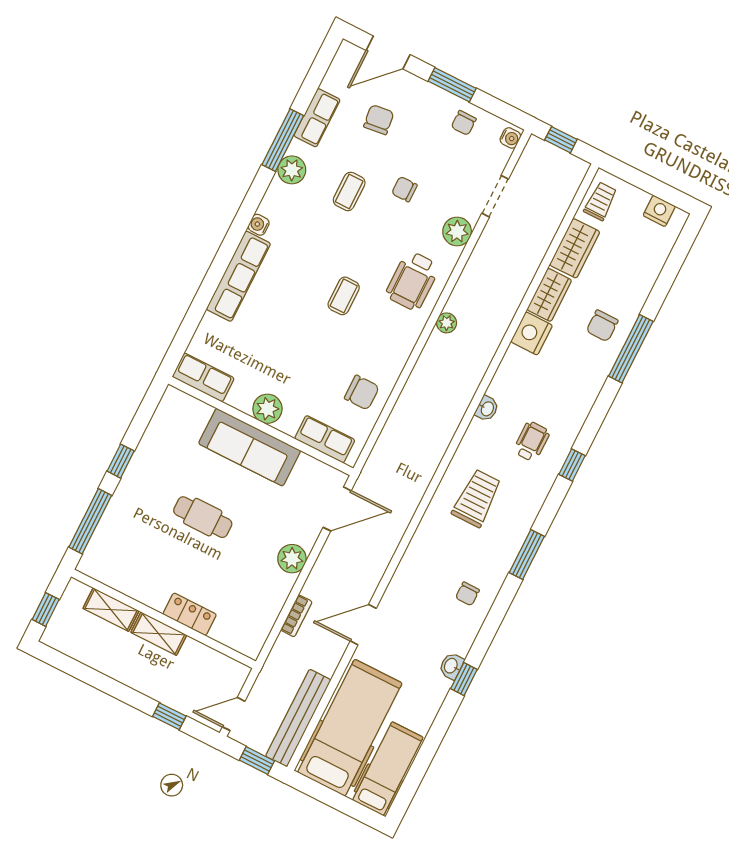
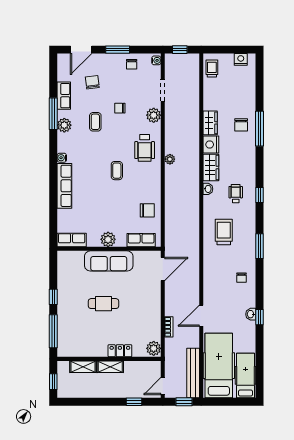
wardrobe: (575, 248) -> (211, 168), moved
plant: (292, 559) -> (154, 348), moved

